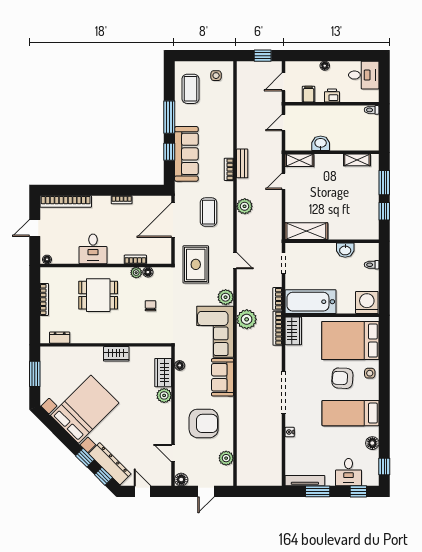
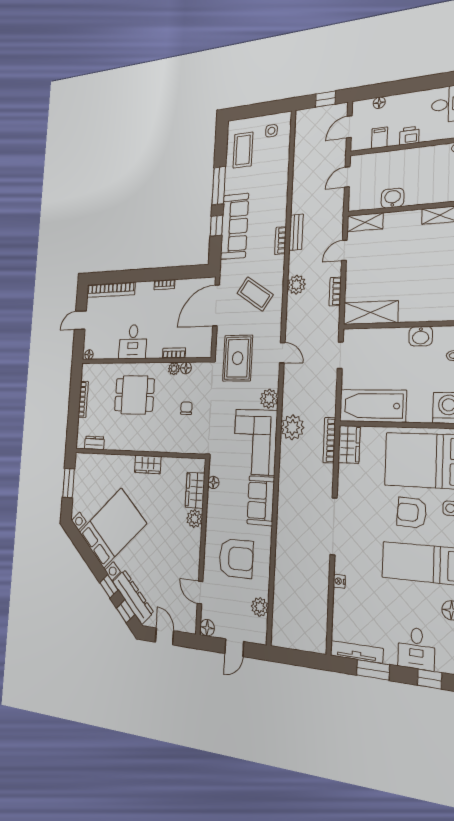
floor lamp: (325, 66) -> (379, 103), moved
coffee table: (209, 212) -> (255, 294), turned -56
bookcase: (277, 299) -> (335, 291), moved

